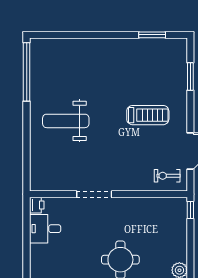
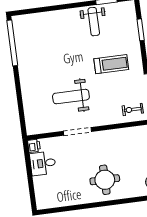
weight bench: (133, 59) -> (94, 22), added
weight bench: (66, 121) -> (71, 97), moved

